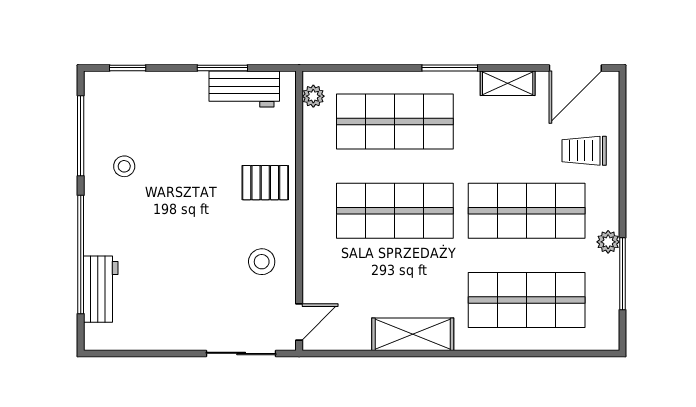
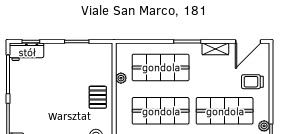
workbench: (244, 89) -> (27, 52), moved
plant: (313, 96) -> (121, 78), moved
stool: (124, 166) -> (29, 89), removed
pallet: (265, 183) -> (98, 97), turned 90

